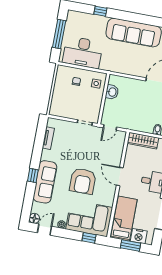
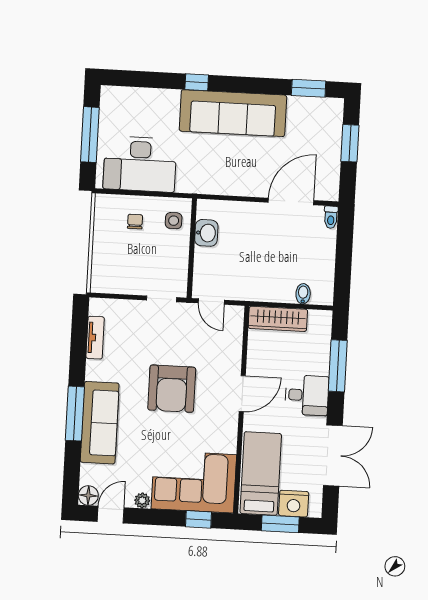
window: (100, 11) -> (197, 82), moved
door: (110, 127) -> (211, 302), hinge flipped
window: (33, 176) -> (75, 414), width x2.17
door: (120, 176) -> (242, 394), swing flipped
armchair: (83, 181) -> (172, 389), moved

